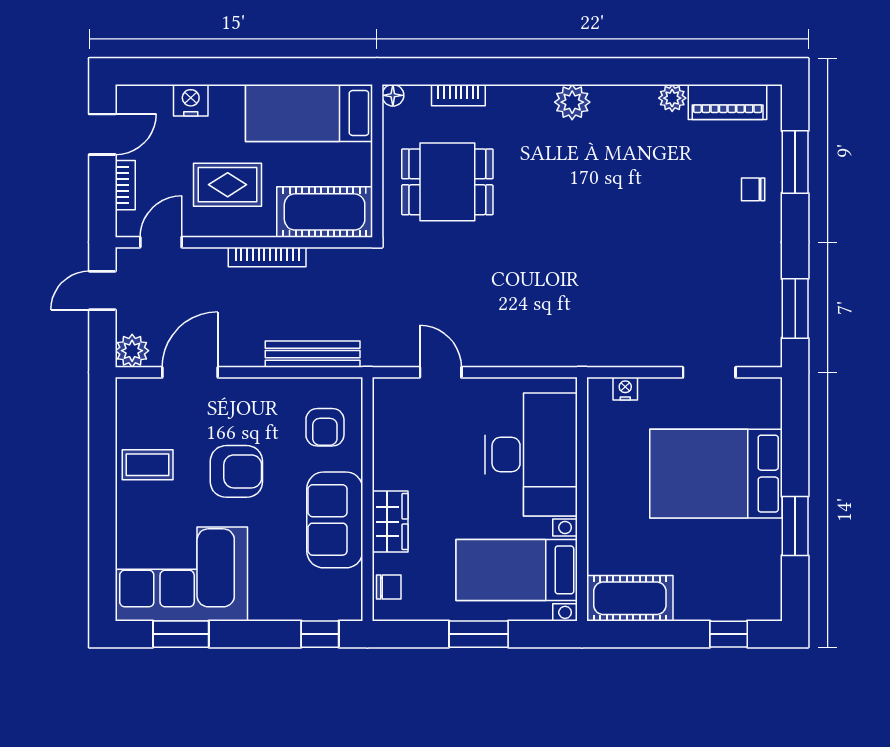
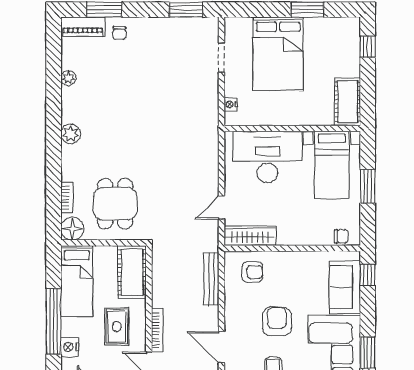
window: (236, 71) -> (54, 321), added
floor lamp: (393, 95) -> (72, 229), width x1.89, depth x1.89
piano: (728, 102) -> (83, 27), moved, turned 90
bookcase: (267, 257) -> (157, 330), moved
sofa: (335, 520) -> (345, 287), moved, turned 90
wardrobe: (390, 522) -> (250, 236), moved, width x1.50
chair: (389, 587) -> (341, 236), turned 90

